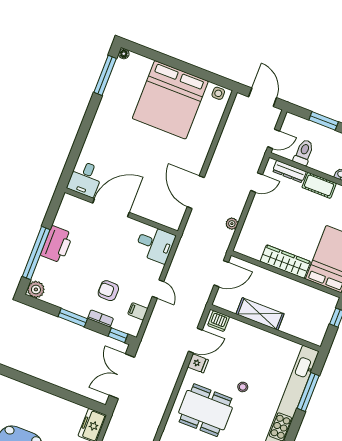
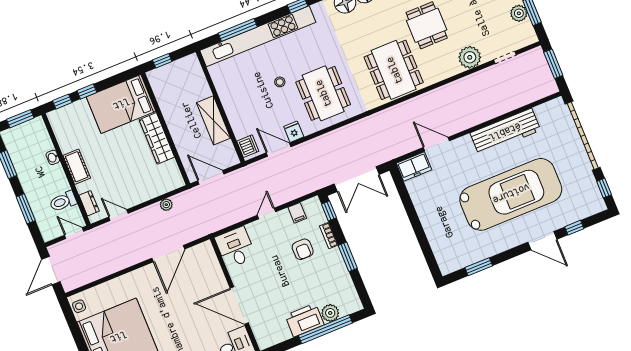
dresser: (289, 172) -> (89, 203), width x0.70
plant: (36, 289) -> (330, 313), moved

